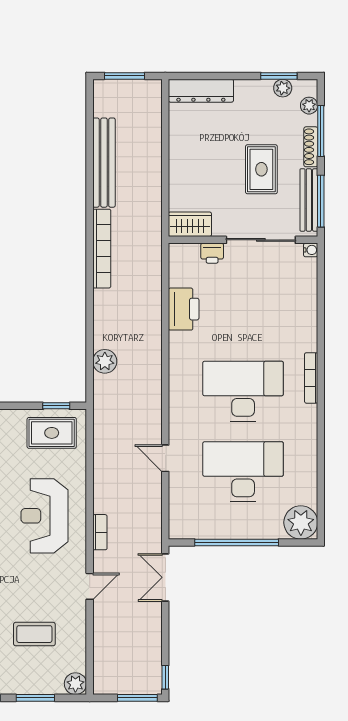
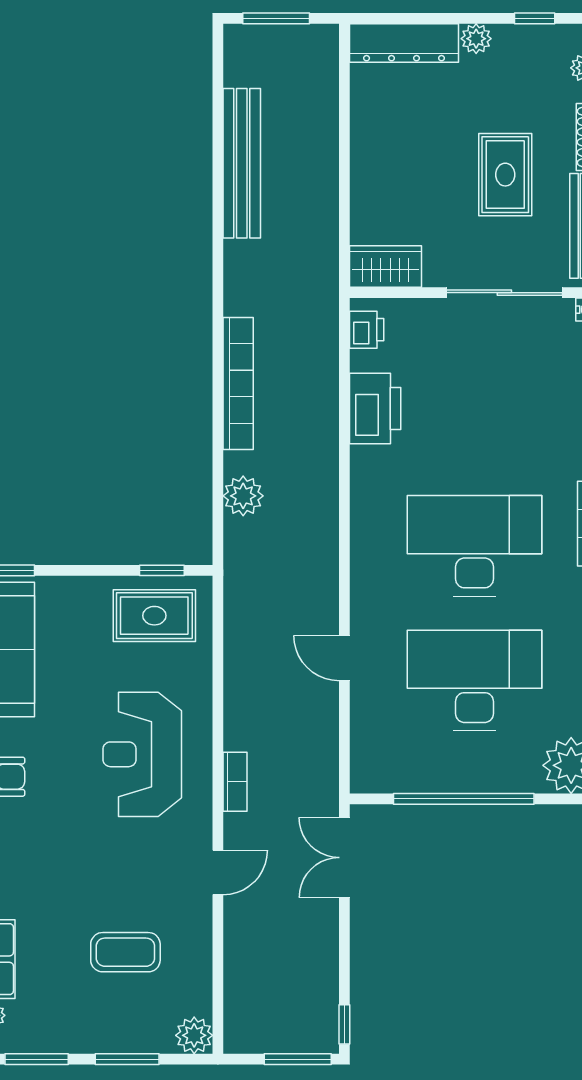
window: (279, 76) -> (535, 18), width x0.67
plant: (283, 88) -> (476, 39), moved
bookcase: (102, 249) -> (238, 383), moved
printer: (212, 253) -> (367, 330), moved, turned -90

